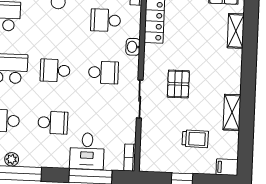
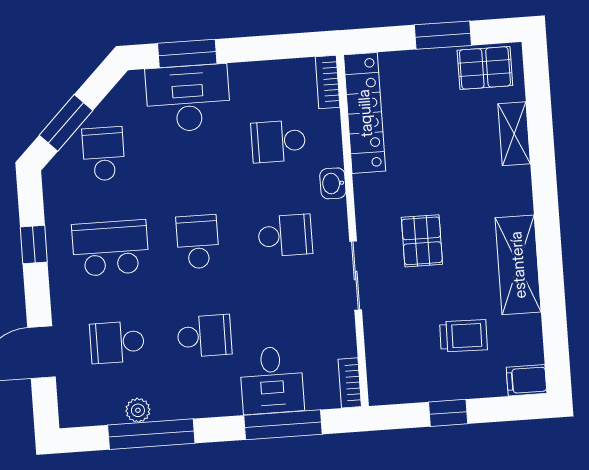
school desk: (55, 70) -> (198, 242), turned 90
shelving: (232, 112) -> (518, 265), width x1.50, depth x1.33

